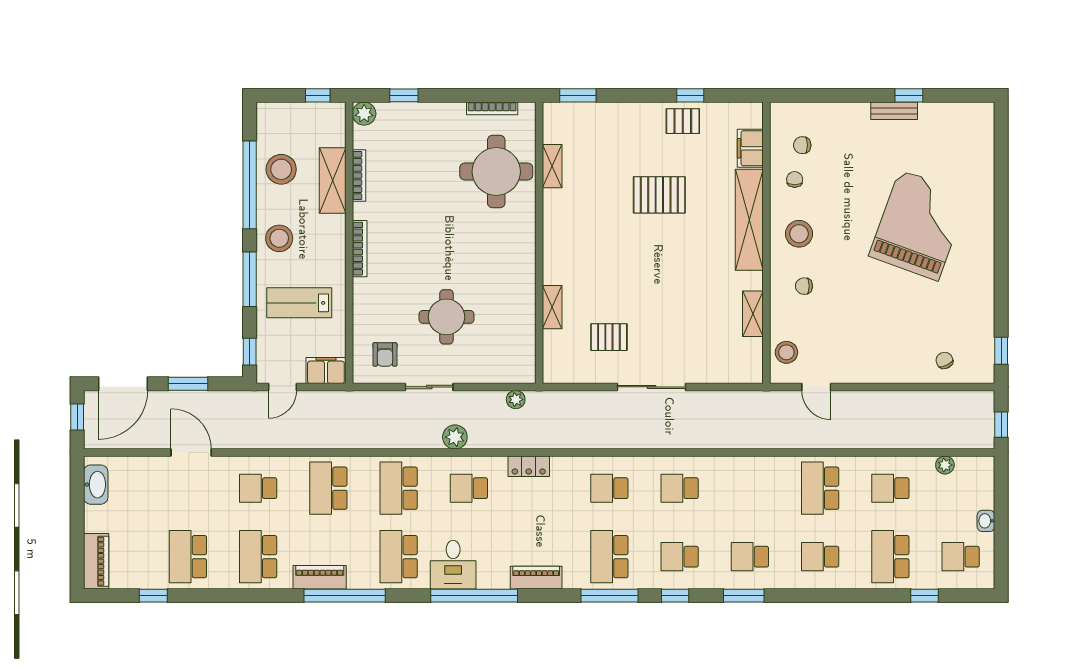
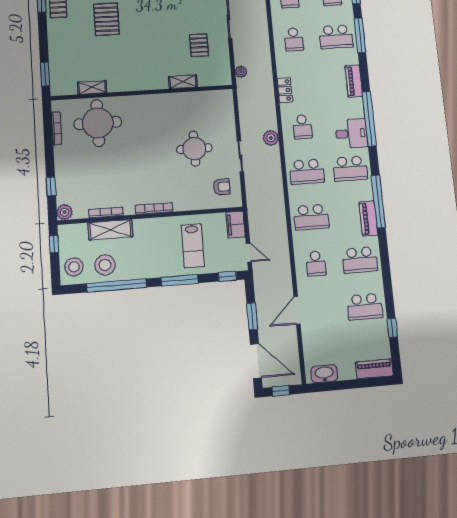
stool: (279, 238) -> (74, 267), moved
plant: (516, 400) -> (241, 72), moved

